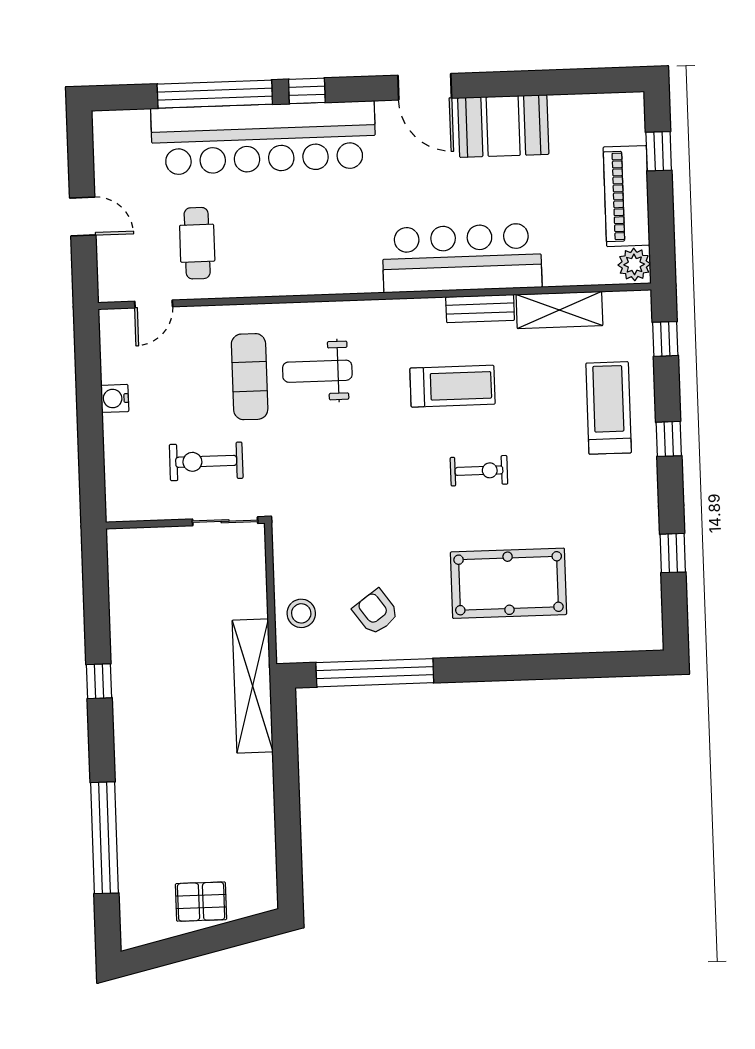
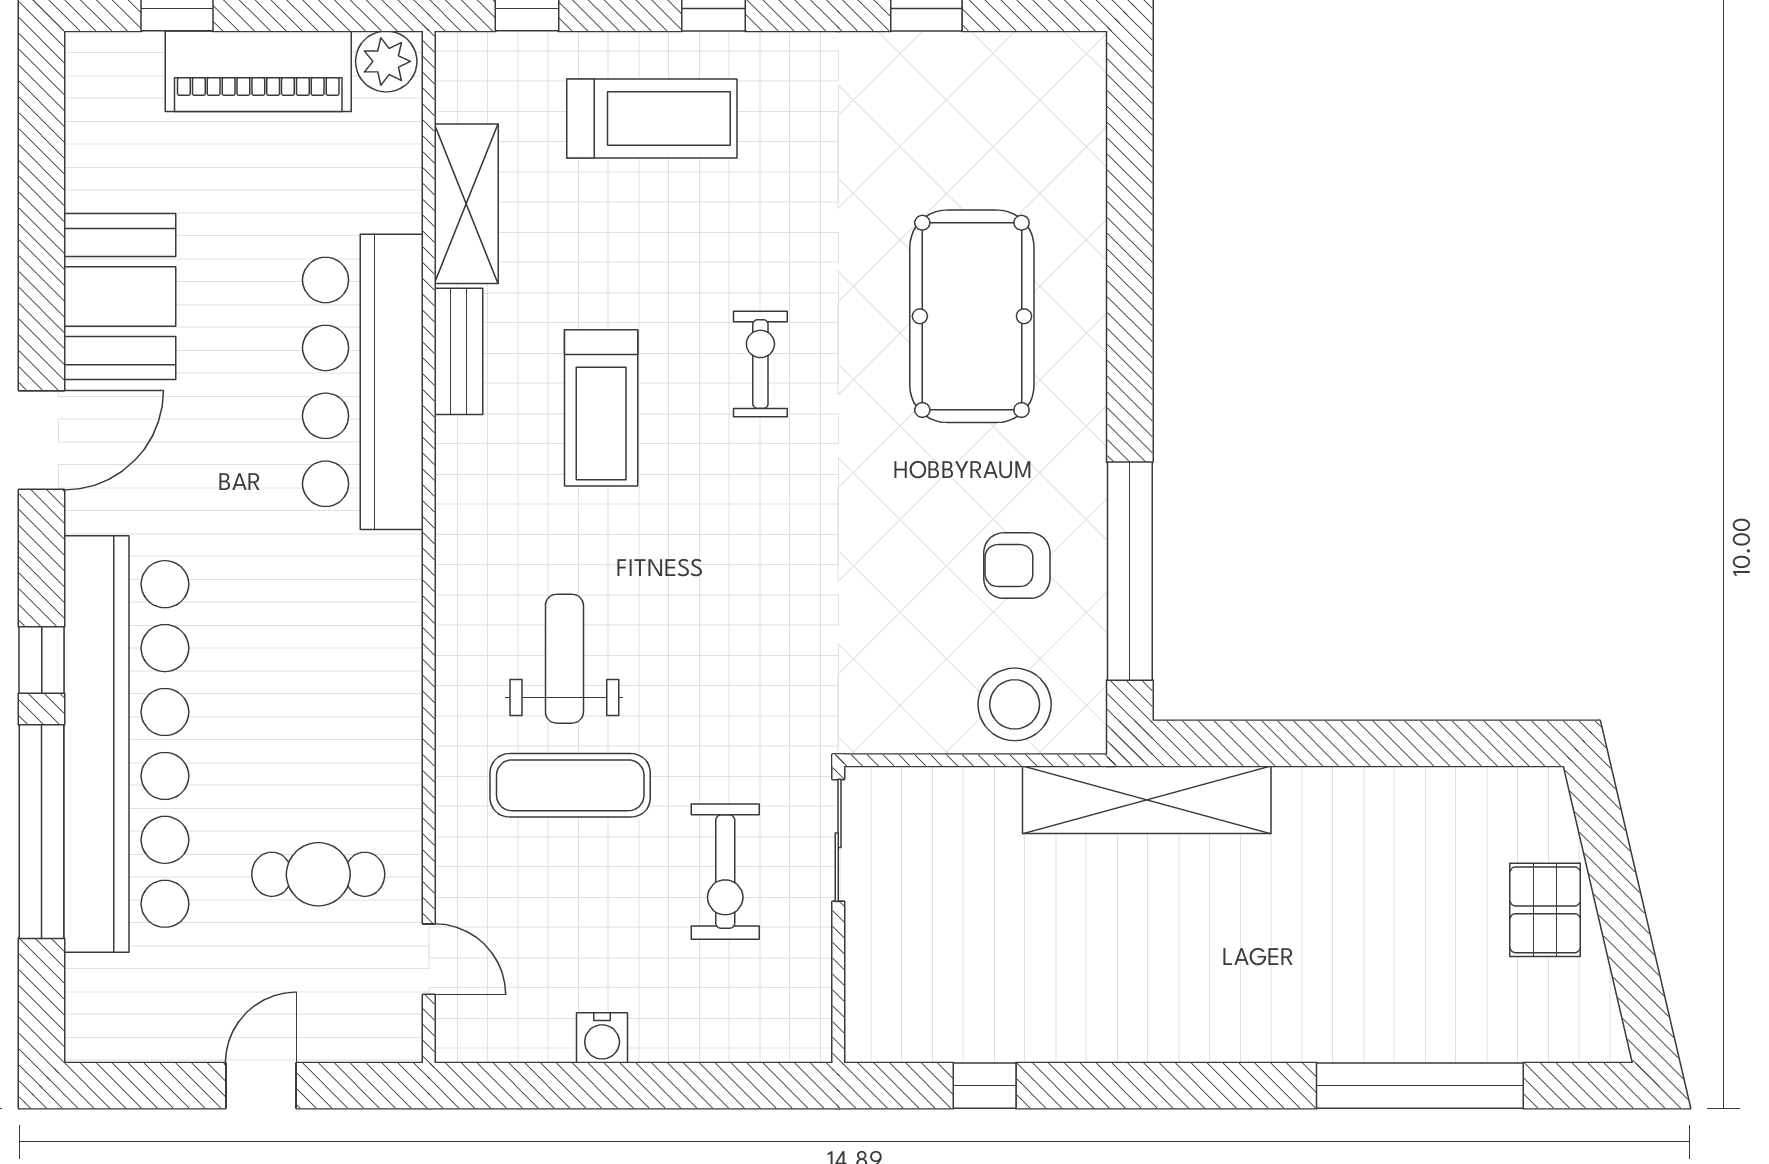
weight bench: (317, 371) -> (564, 659), turned 180
treadmill: (452, 386) -> (601, 408), turned 180
treadmill: (609, 408) -> (652, 118), turned 180
armchair: (376, 612) -> (1017, 566), turned 36
stool: (301, 613) -> (1015, 704), width x1.38, depth x1.38
window: (99, 681) -> (985, 1086), moved

